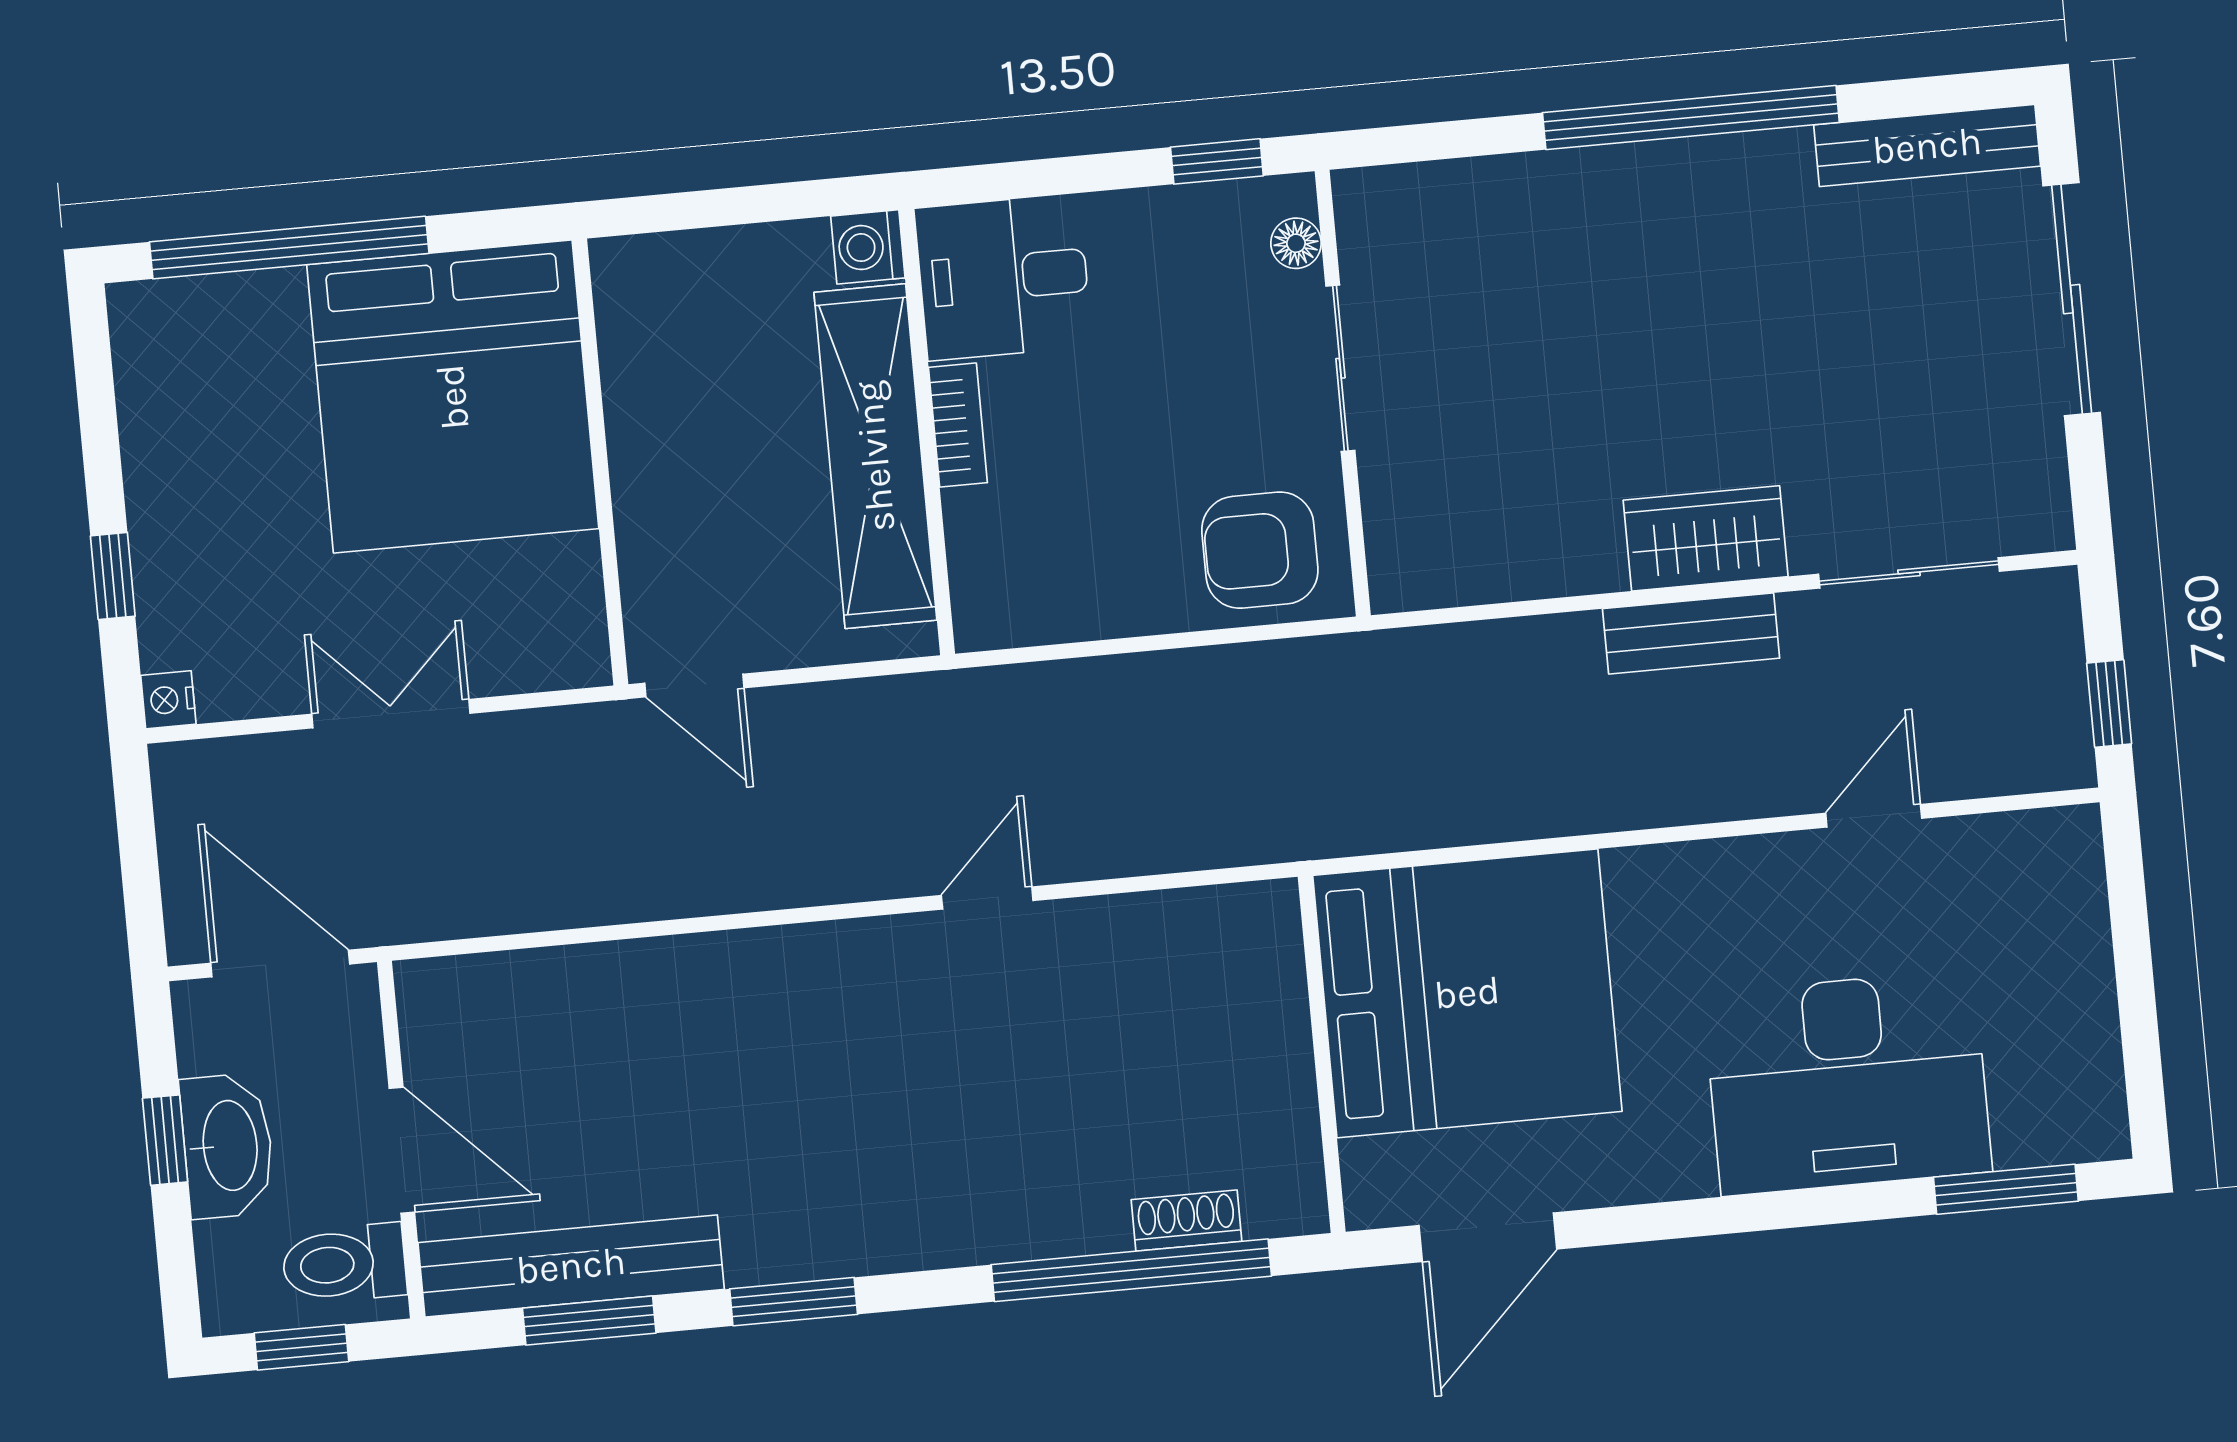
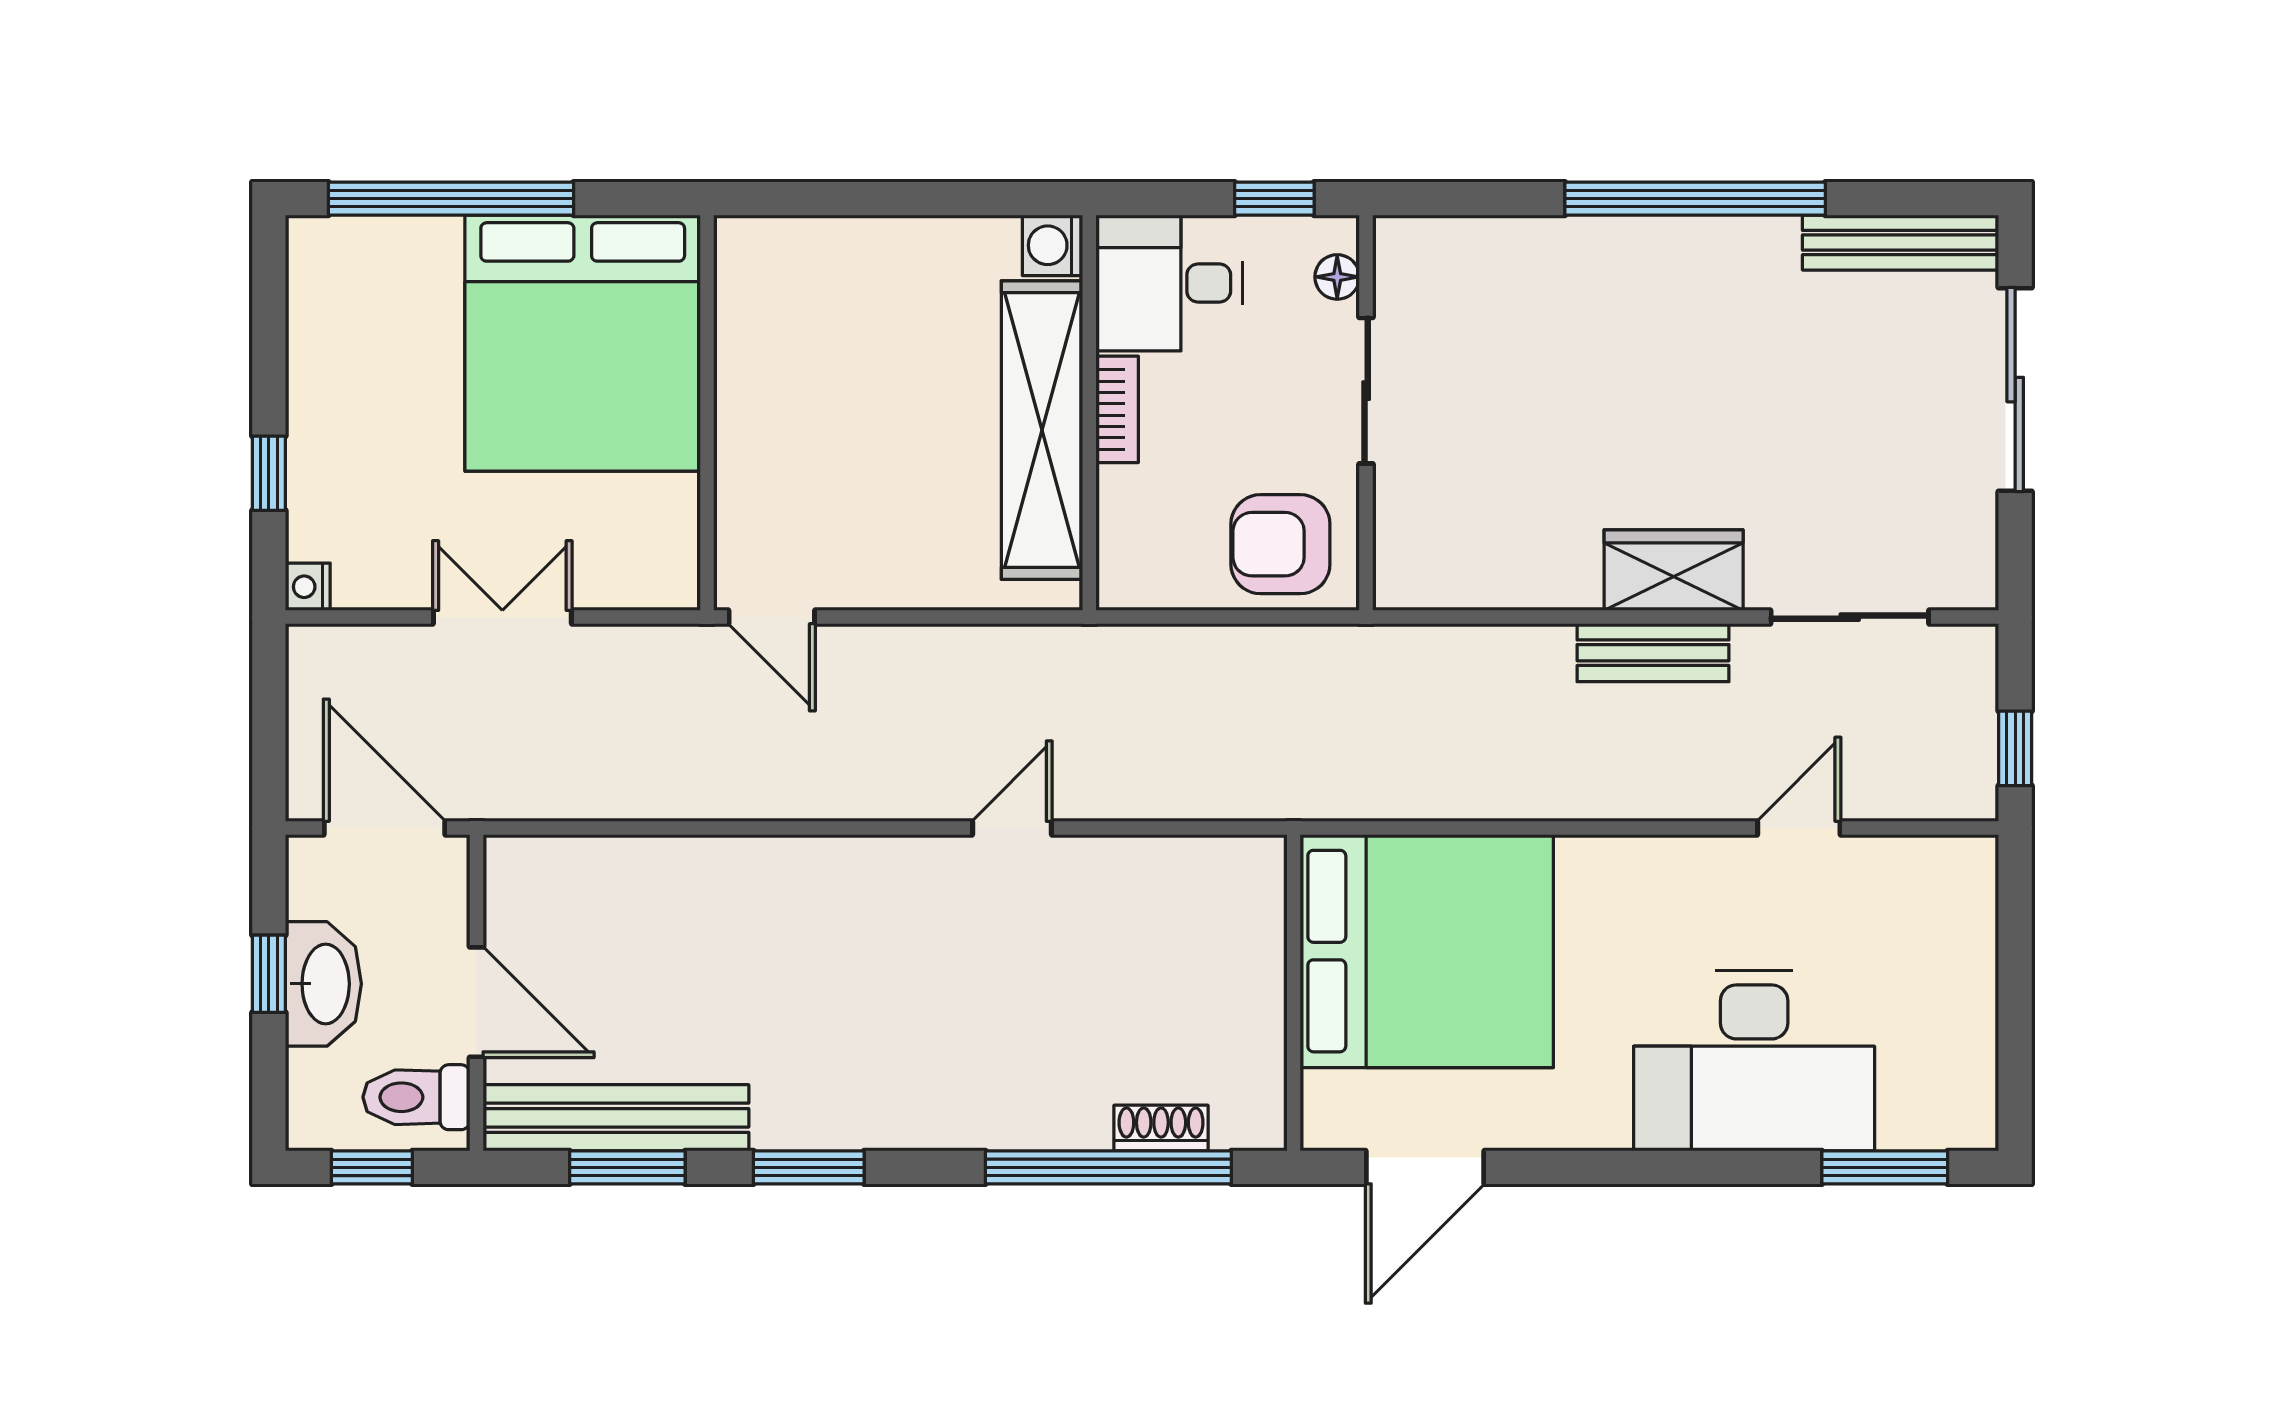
washing machine: (868, 247) -> (1052, 245), moved
desk: (1003, 277) -> (1169, 283), moved
bookcase: (958, 425) -> (1117, 409), moved
wall: (927, 432) -> (1089, 413), moved
shelving: (875, 456) -> (1042, 430), moved

